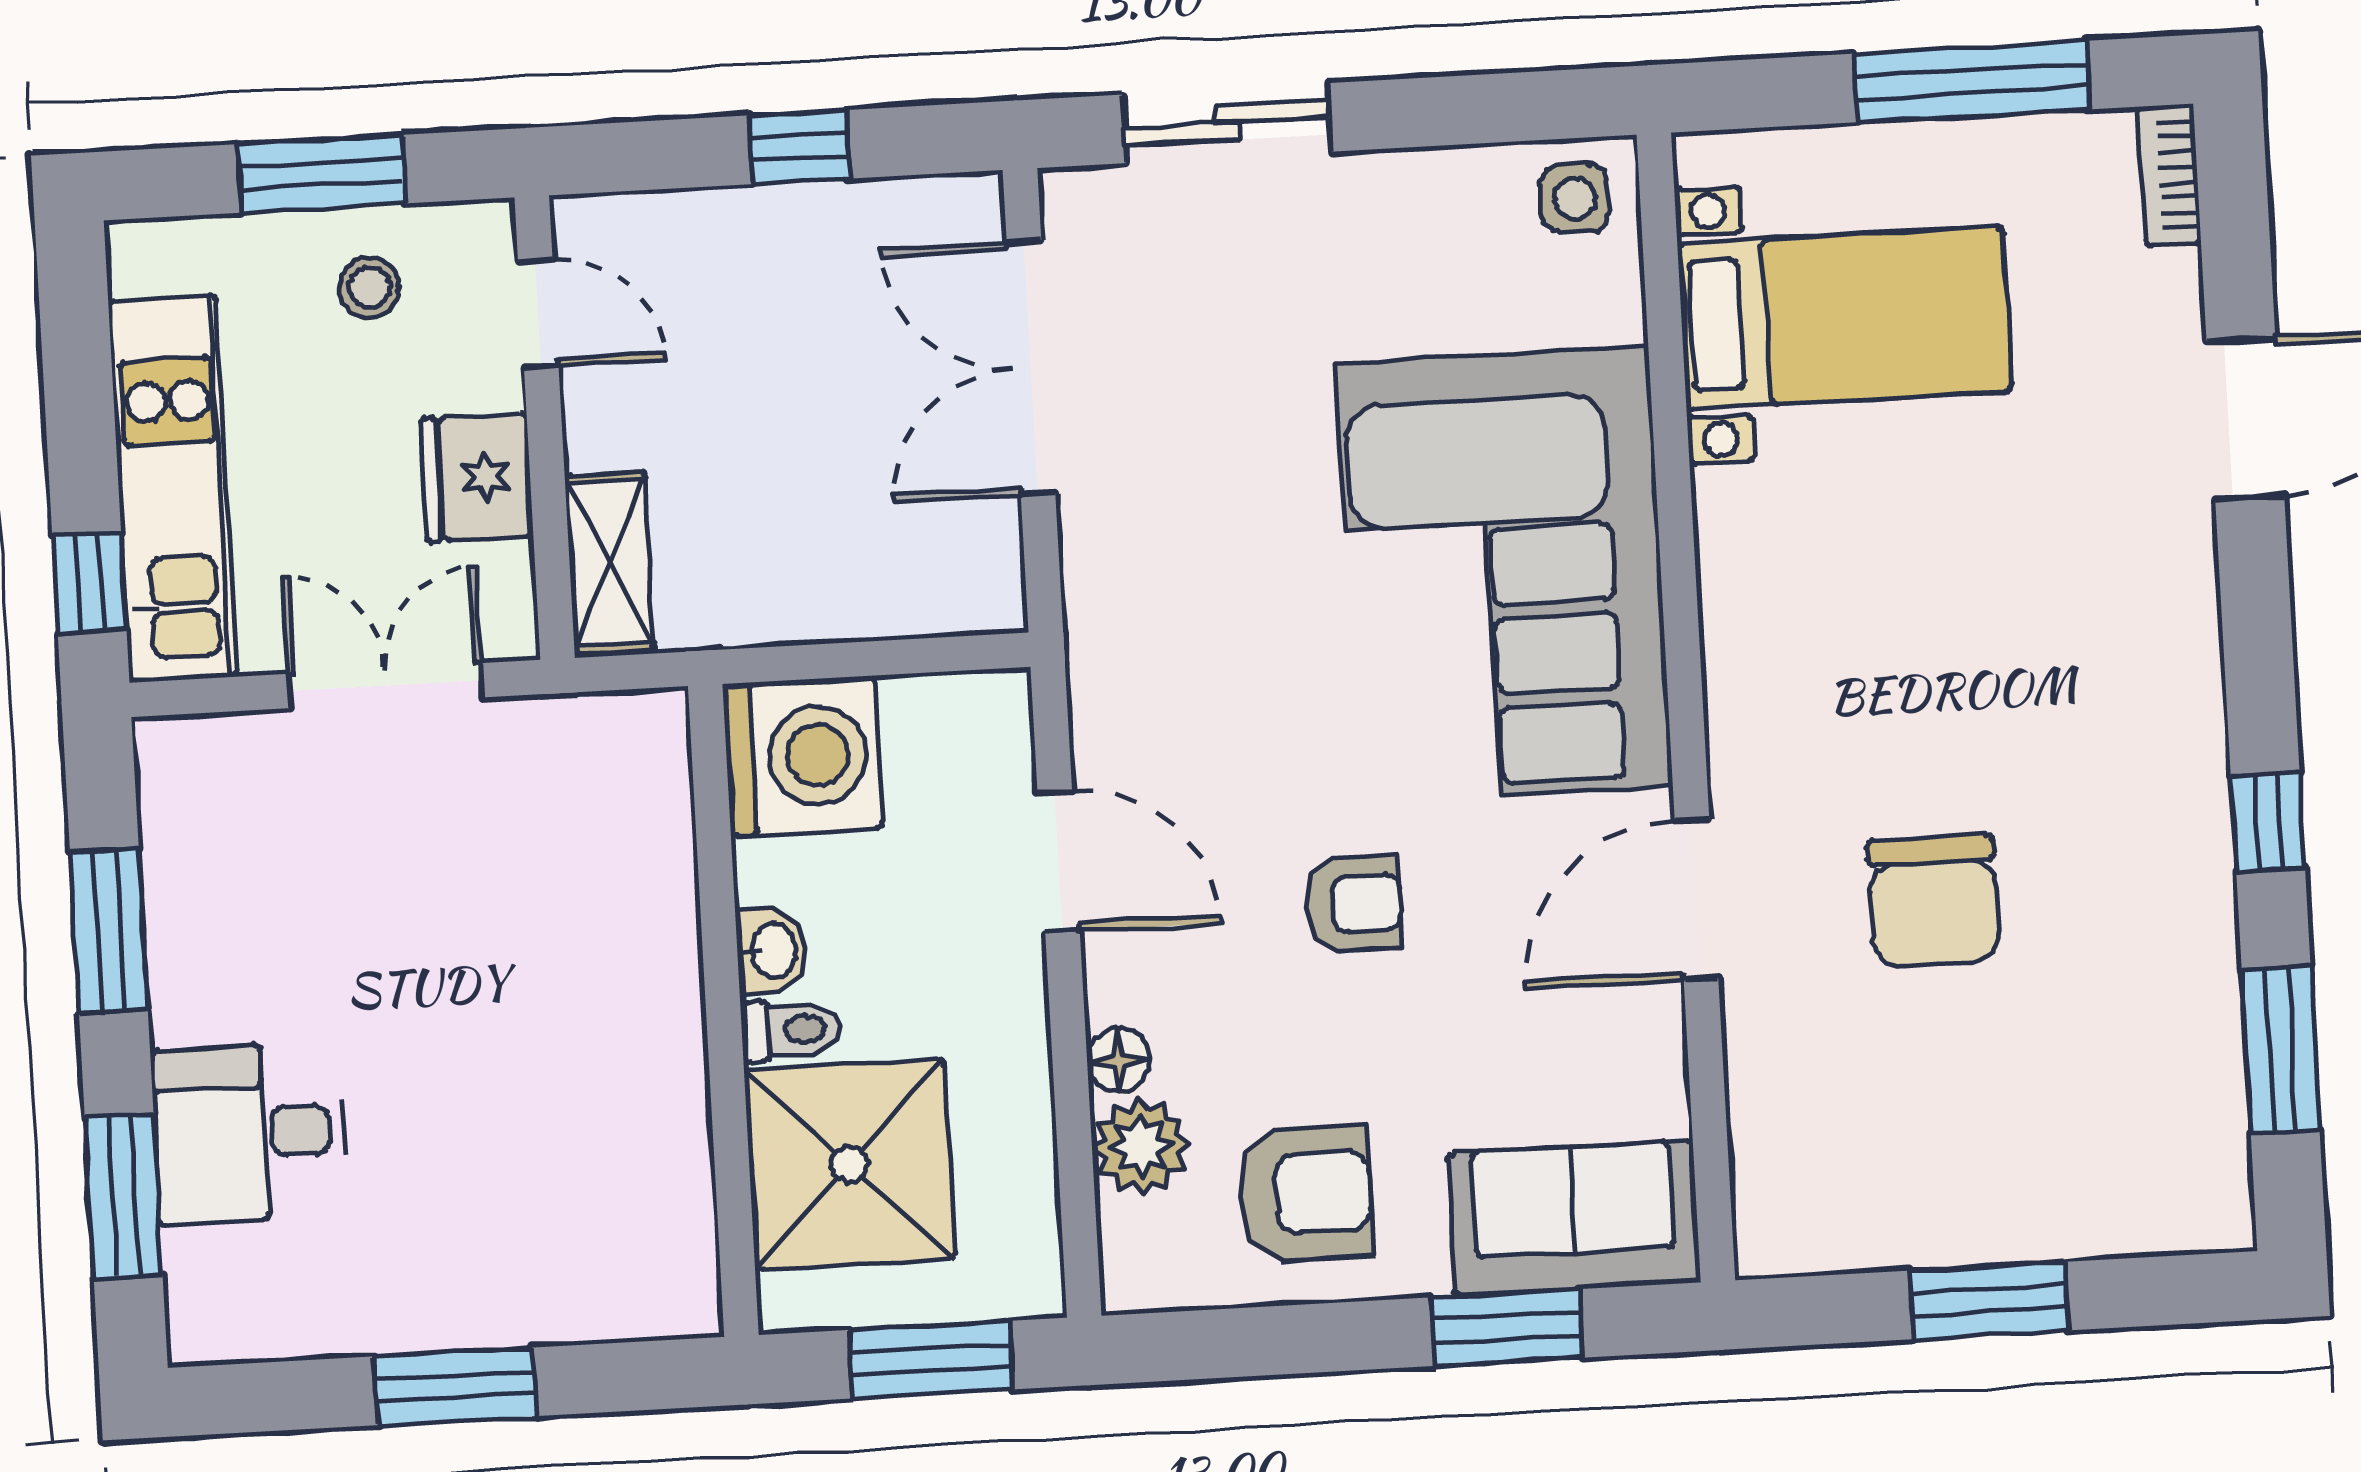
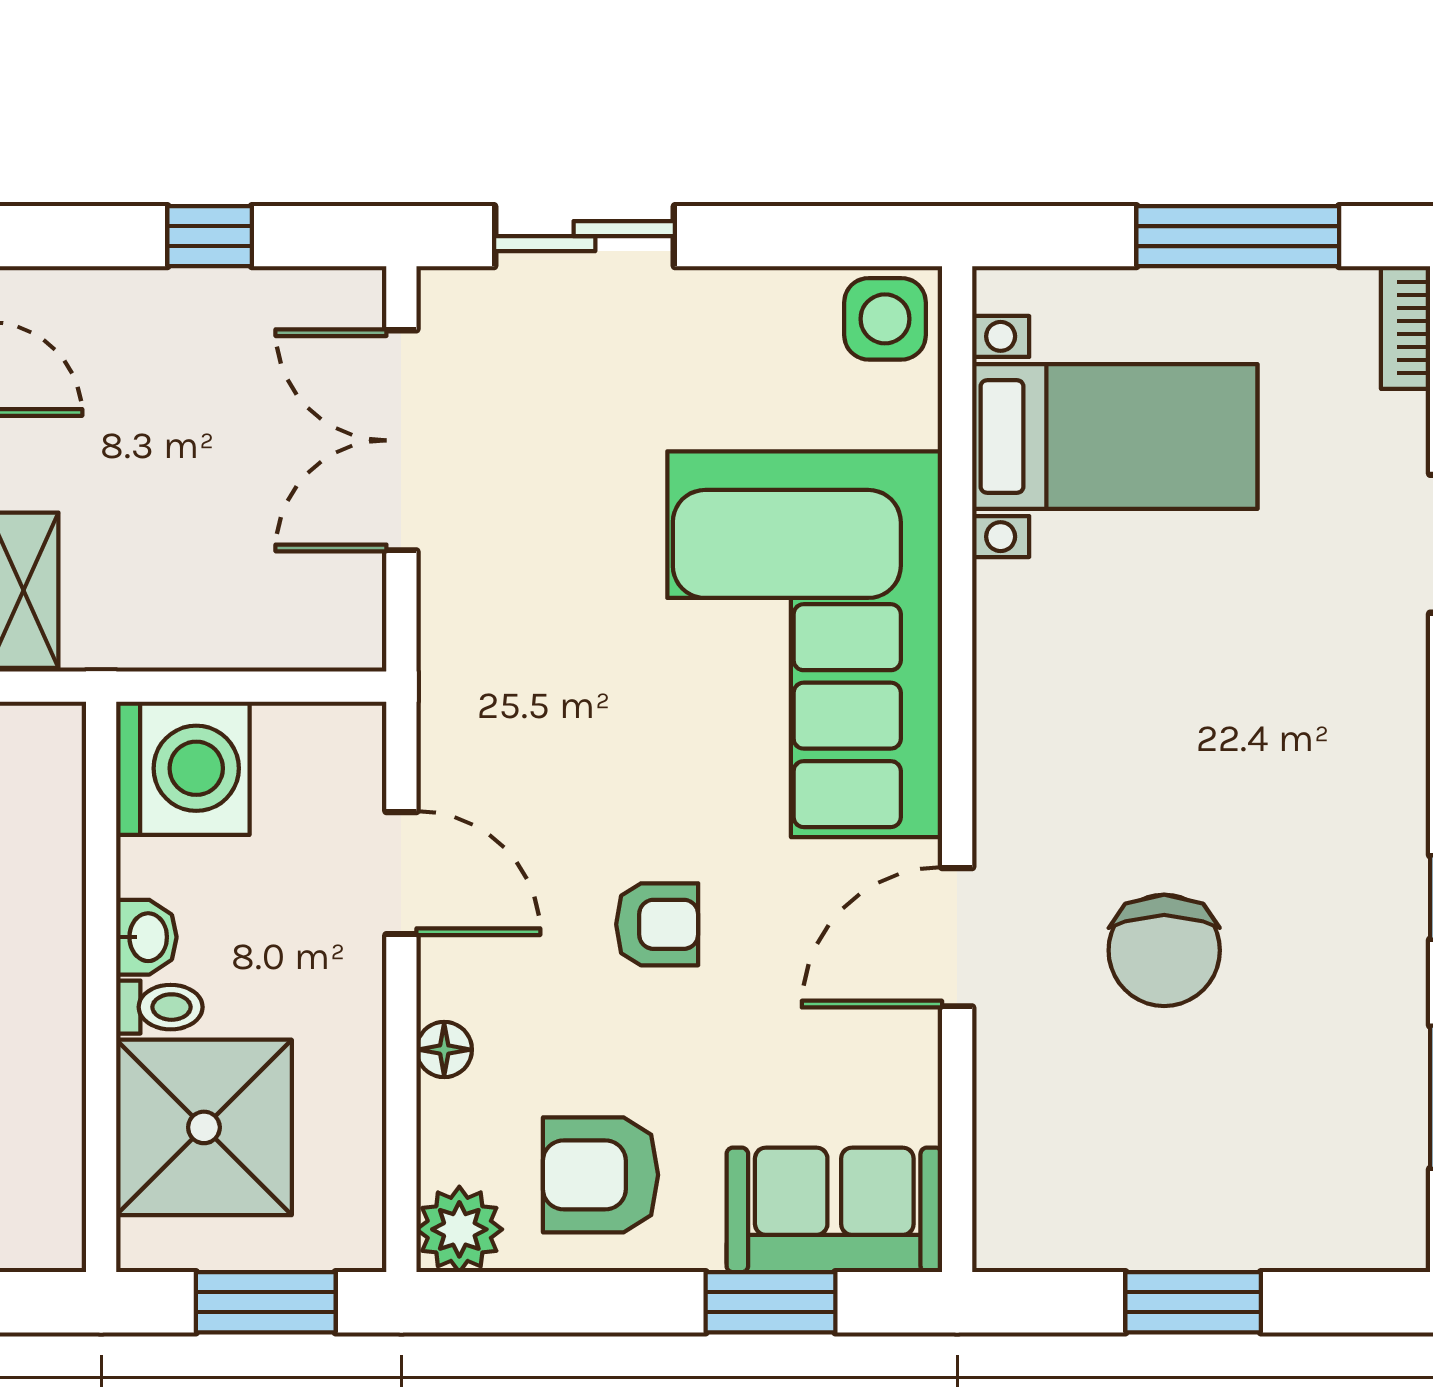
side table: (1575, 198) -> (885, 319), width x1.37, depth x1.37
plant: (1141, 1146) -> (459, 1229), moved
armchair: (1305, 1193) -> (601, 1175), turned 180

